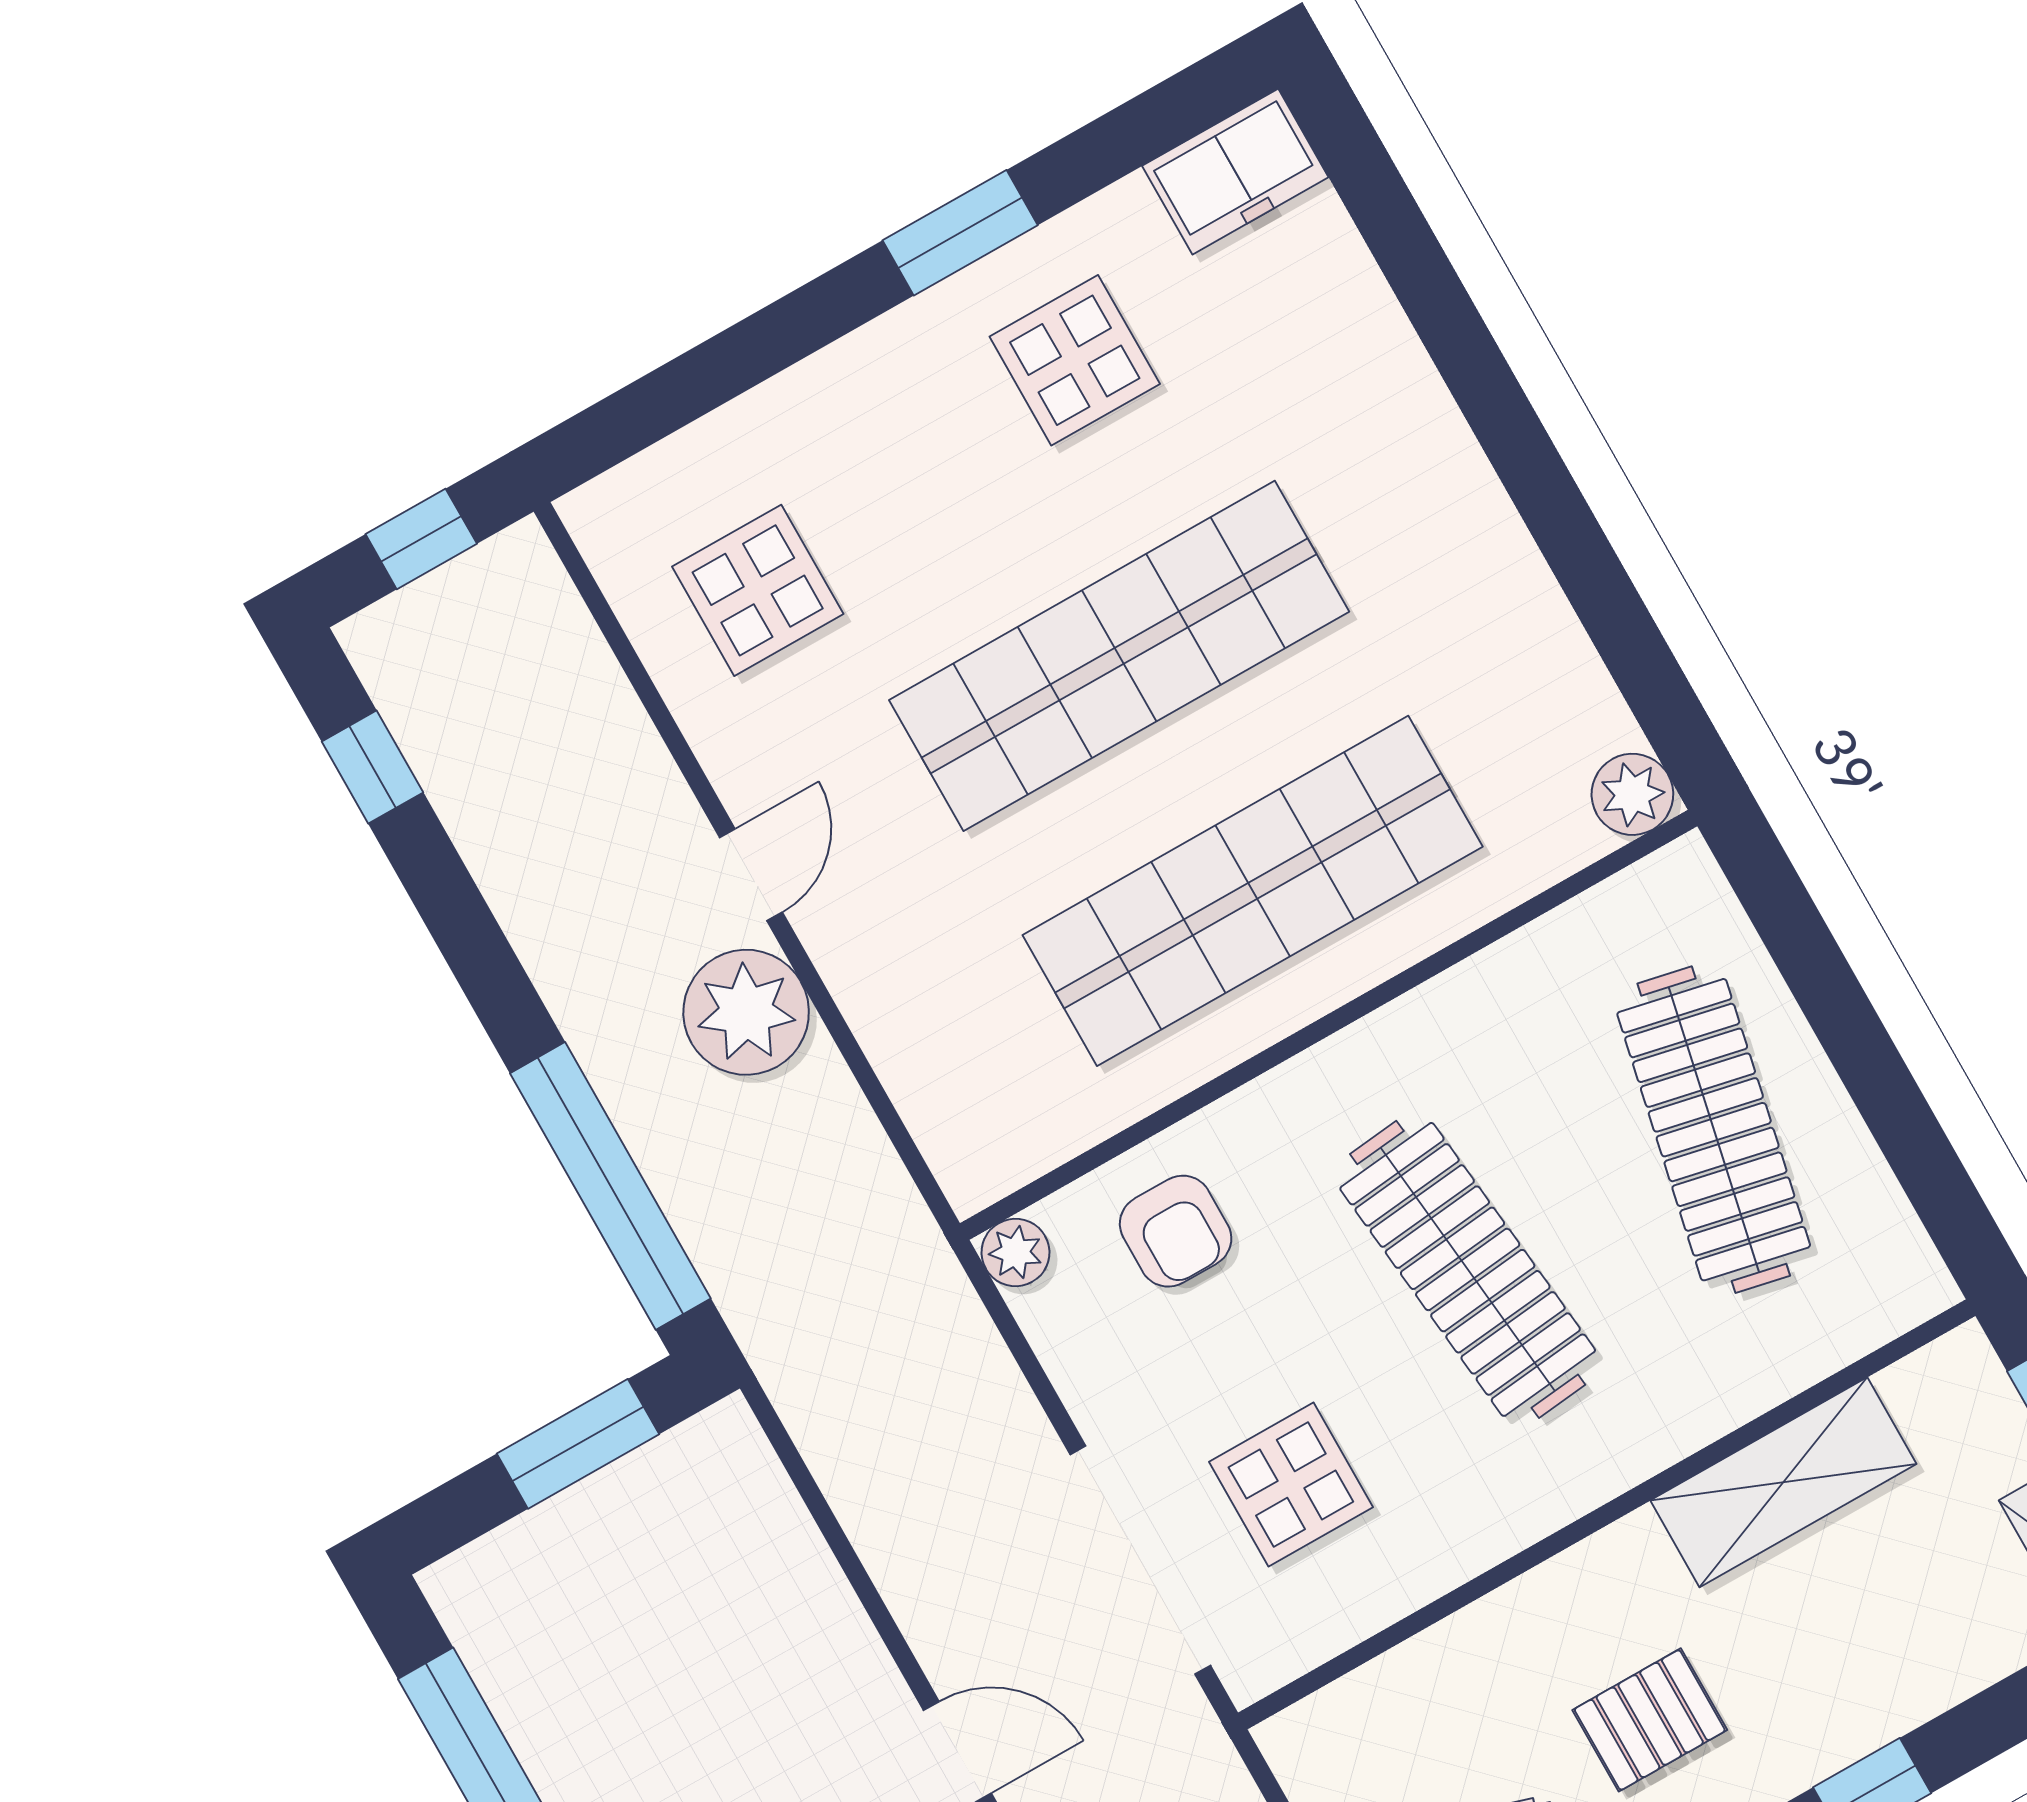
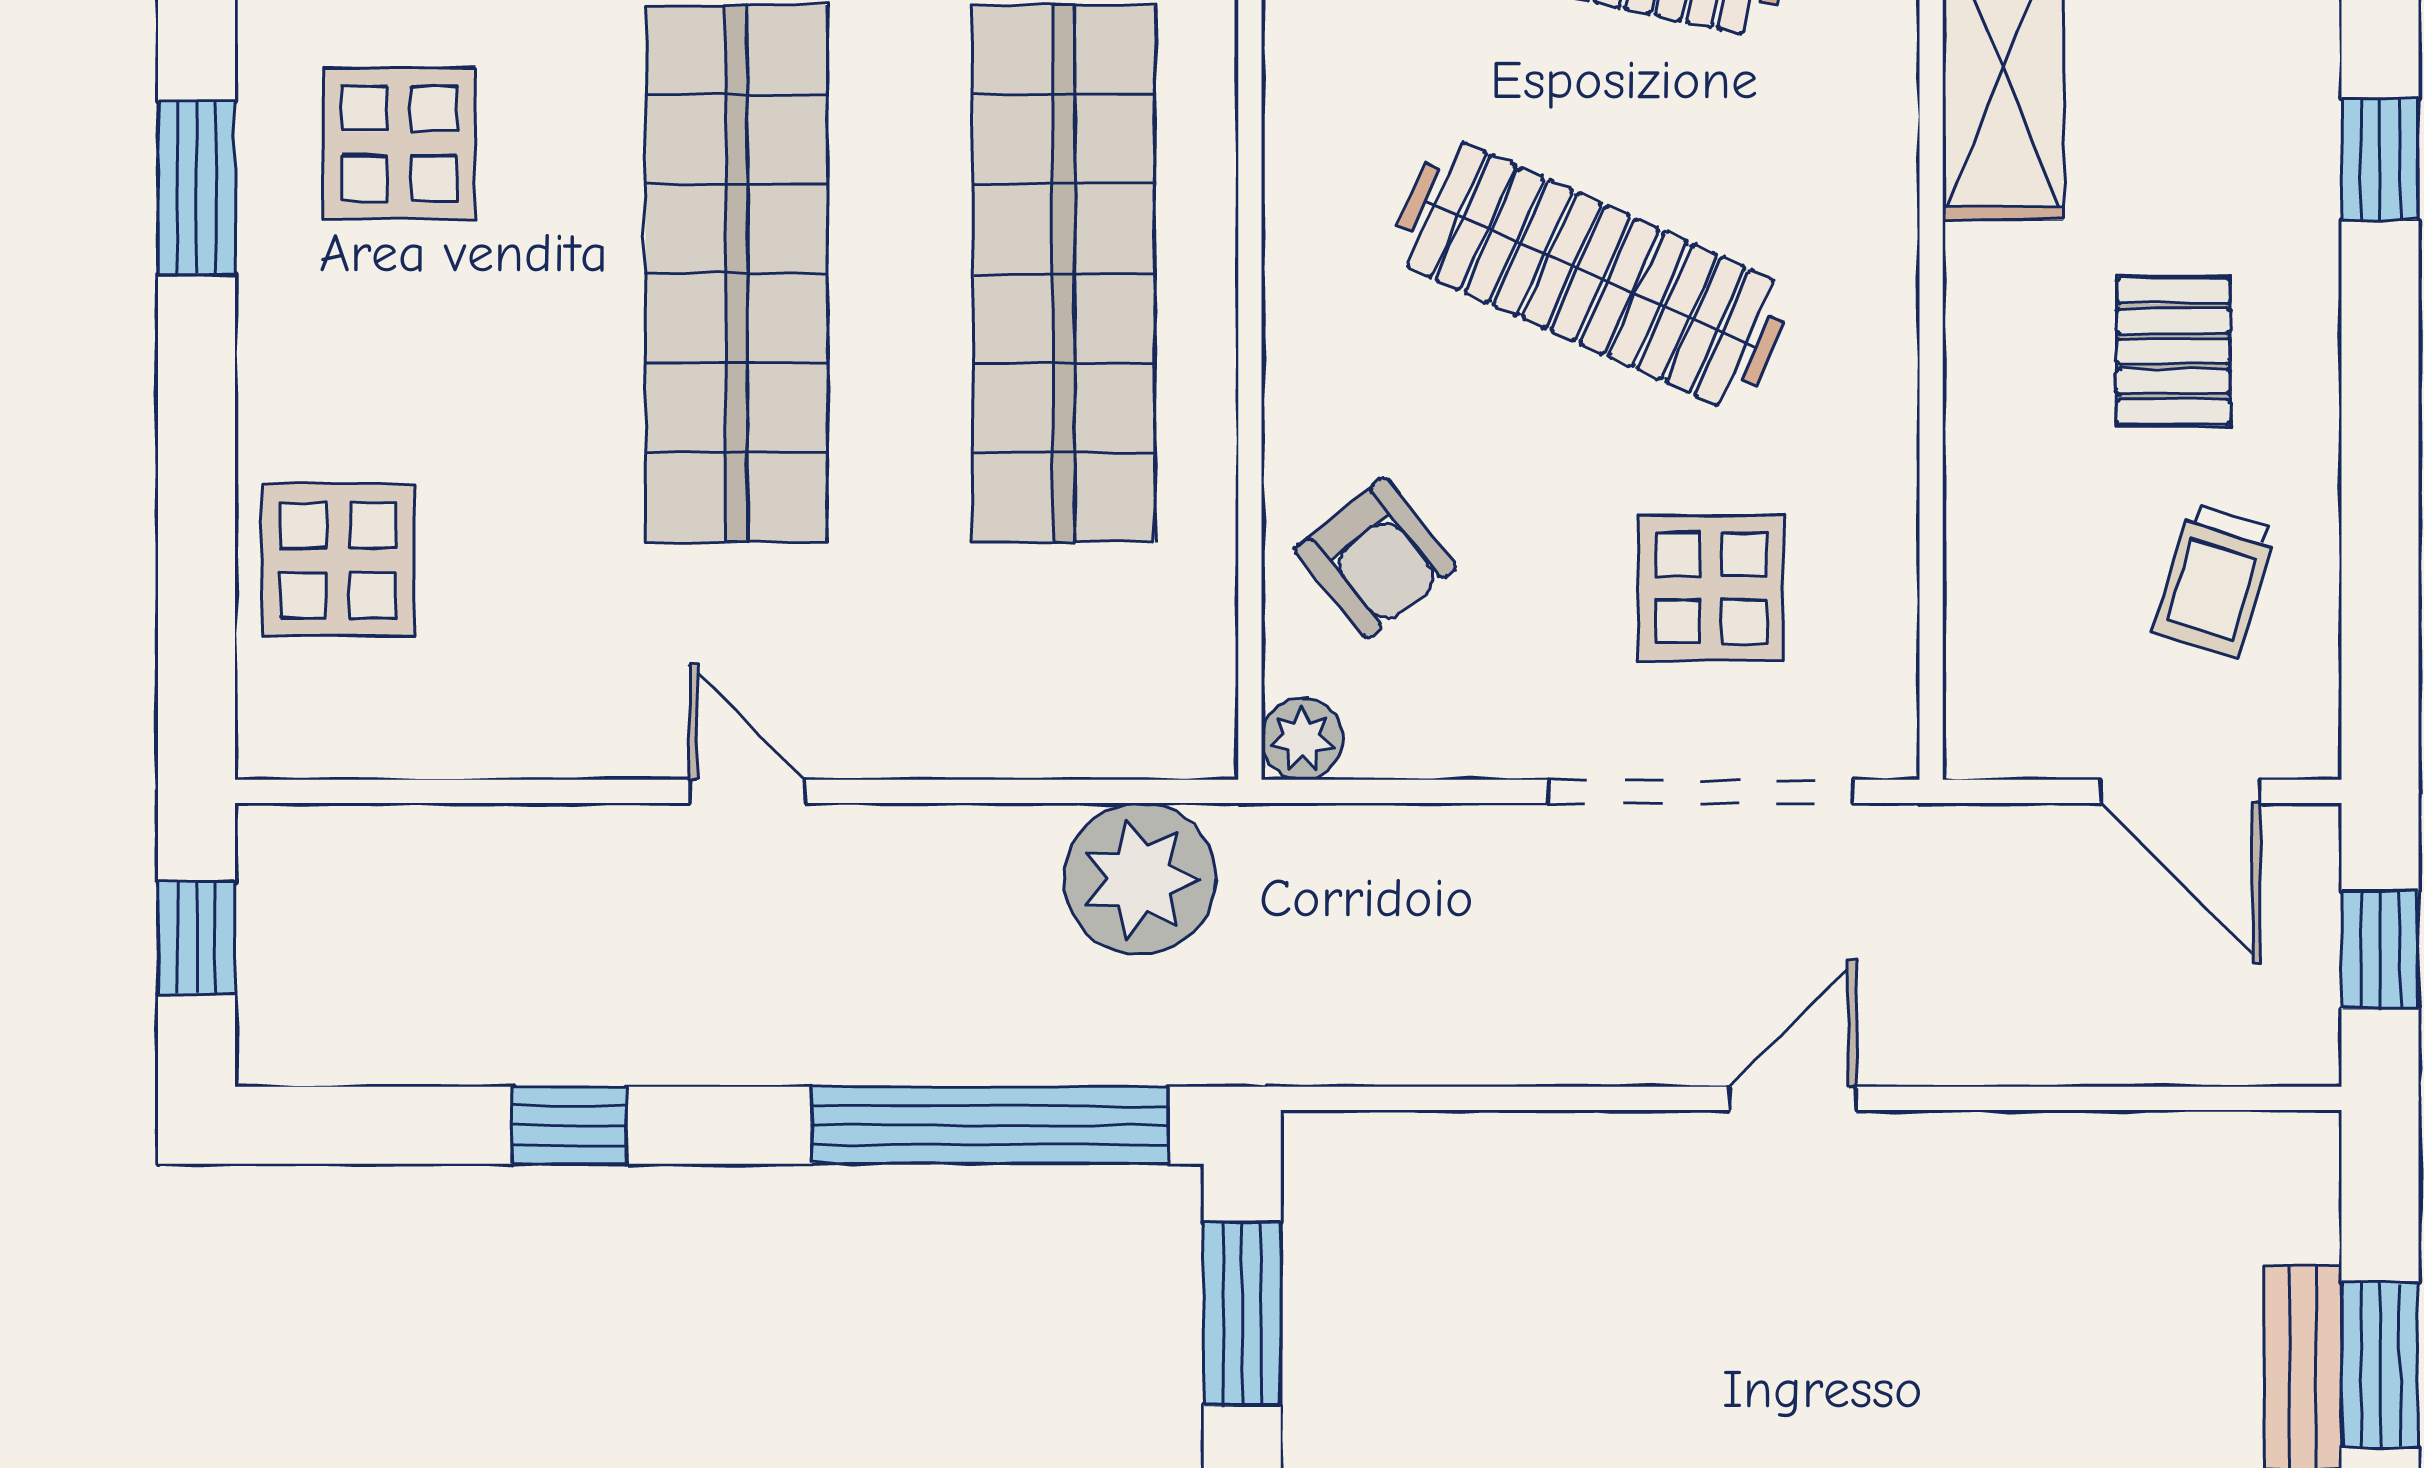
display table: (758, 590) -> (338, 560), moved
window: (372, 767) -> (570, 1125), moved
plant: (746, 1012) -> (1140, 879), moved
armchair: (1176, 1231) -> (1376, 558), turned 51
clothes rail: (1468, 1269) -> (1590, 273), turned 30

